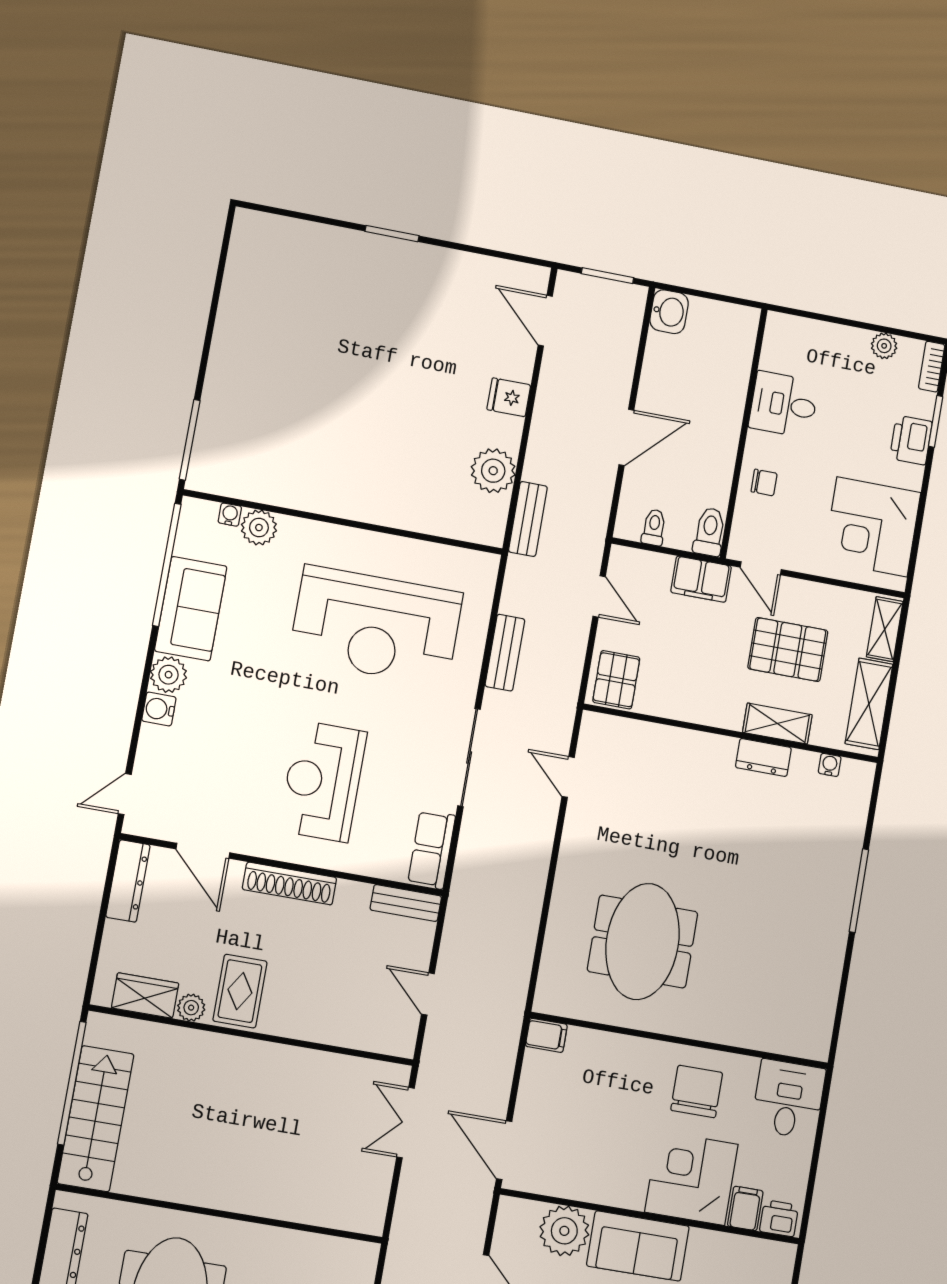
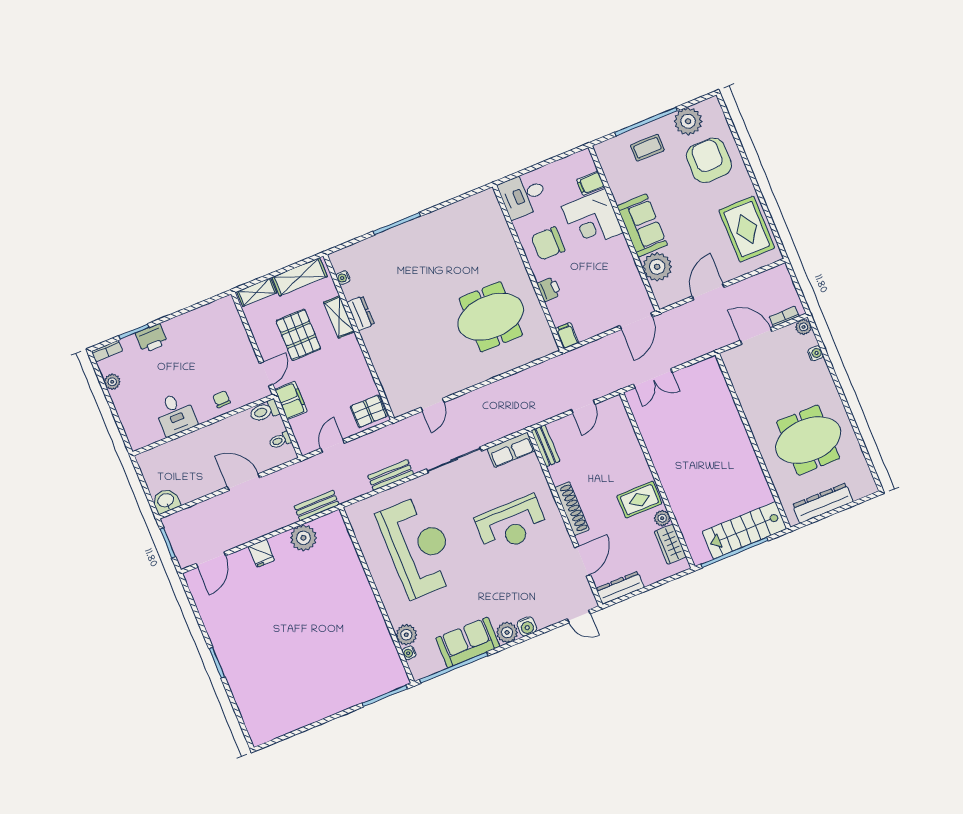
corner desk: (872, 527) -> (209, 331), removed
printer: (779, 1218) -> (549, 289), moved, turned 180

